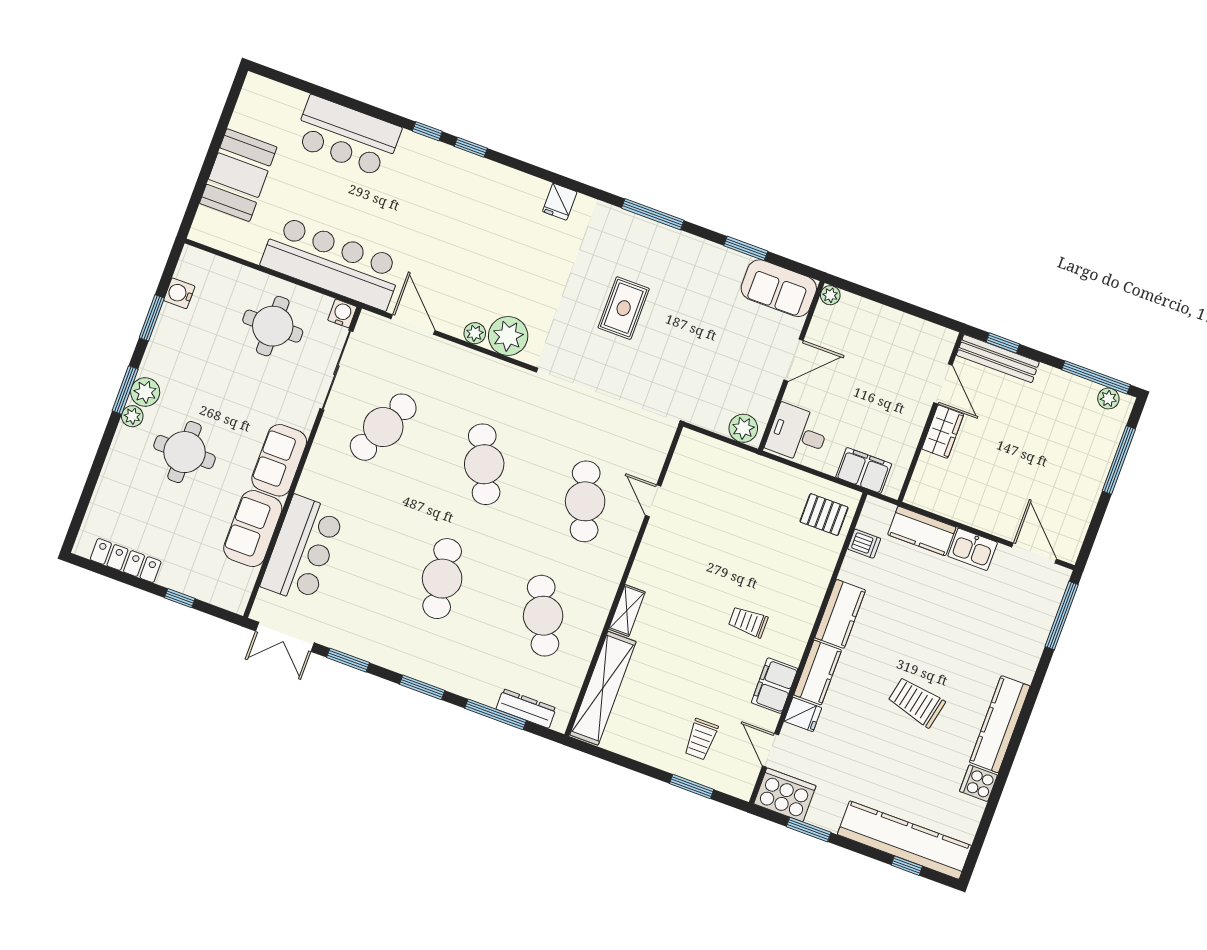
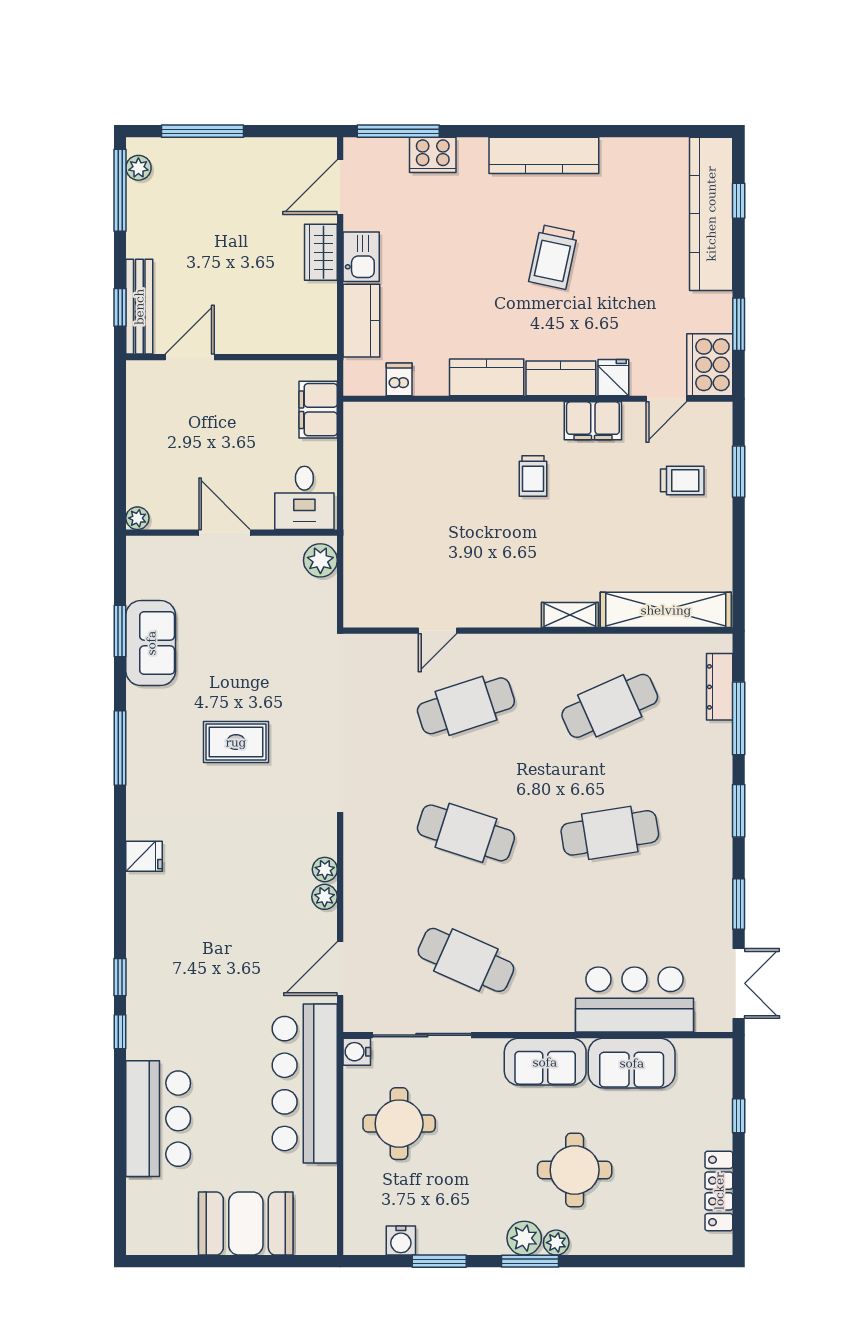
sofa: (779, 288) -> (151, 643), moved
plant: (508, 336) -> (325, 869), width x0.53, depth x0.53
wardrobe: (943, 432) -> (321, 252), moved, turned -90
cafe table: (484, 464) -> (466, 833), turned 42
pallet: (824, 515) -> (383, 436), removed
cooker: (978, 783) -> (433, 155), moved, width x1.36

